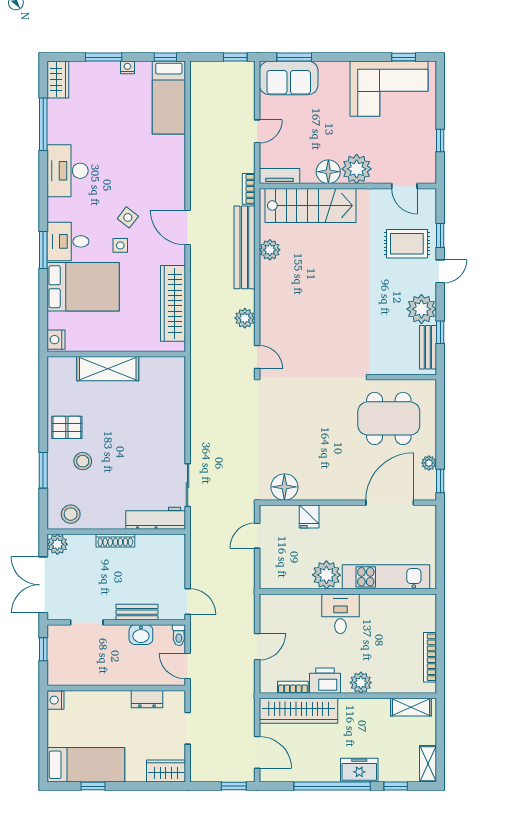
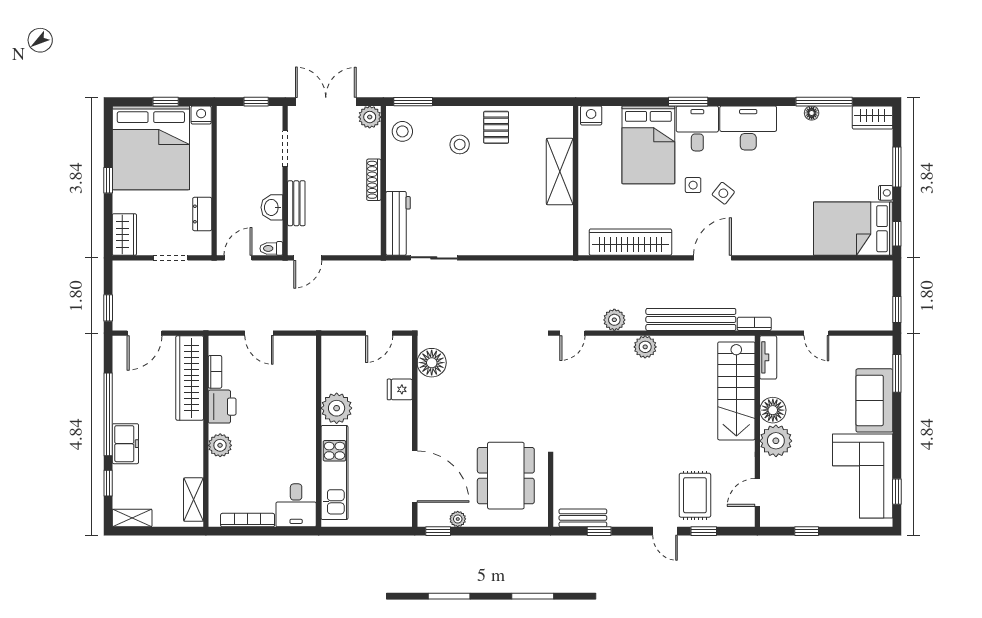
sofa: (289, 78) -> (874, 400), moved
bed: (169, 97) -> (853, 229), width x1.50
floor lamp: (54, 136) -> (812, 113), added
desk: (68, 171) -> (748, 128), moved
plant: (270, 250) -> (645, 347), moved
plant: (421, 309) -> (624, 511), removed
window: (43, 470) -> (413, 102), moved
door: (257, 536) -> (379, 333), swing flipped
desk: (340, 614) -> (296, 505), moved, turned 90
window: (43, 733) -> (166, 102), added
bed: (86, 765) -> (151, 148), width x2.04
window: (93, 786) -> (108, 180), moved

